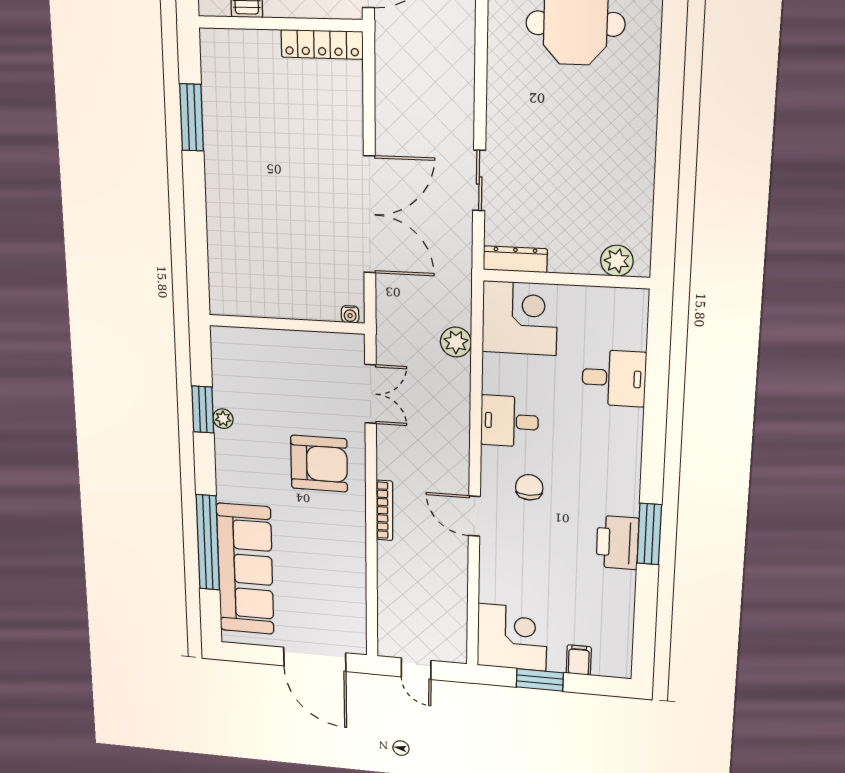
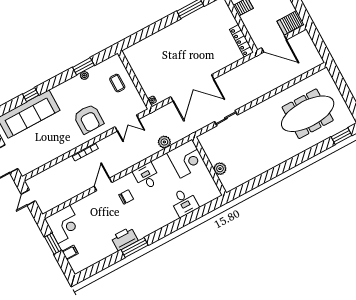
dresser: (515, 259) -> (206, 145), removed
plant: (617, 261) -> (220, 169), moved
coffee table: (274, 364) -> (117, 83), added
window: (208, 543) -> (31, 95), width x0.32

